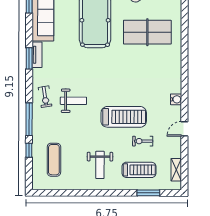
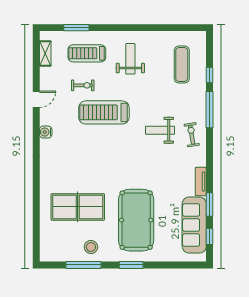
window: (29, 58) -> (210, 205), moved

